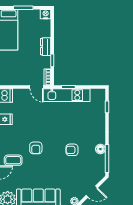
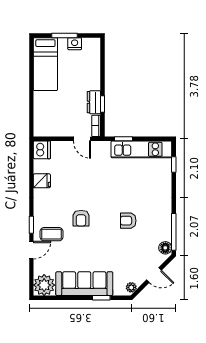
nightstand: (46, 14) -> (75, 44), moved
dresser: (46, 47) -> (94, 102), moved
kitchen unit: (67, 95) -> (141, 149), moved
floor lamp: (100, 149) -> (165, 248), moved

